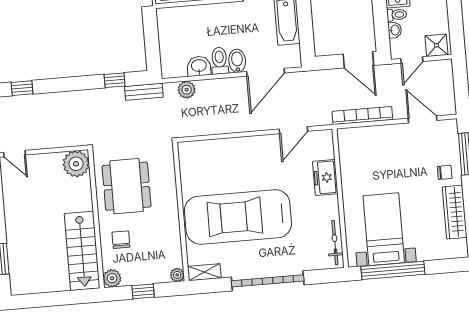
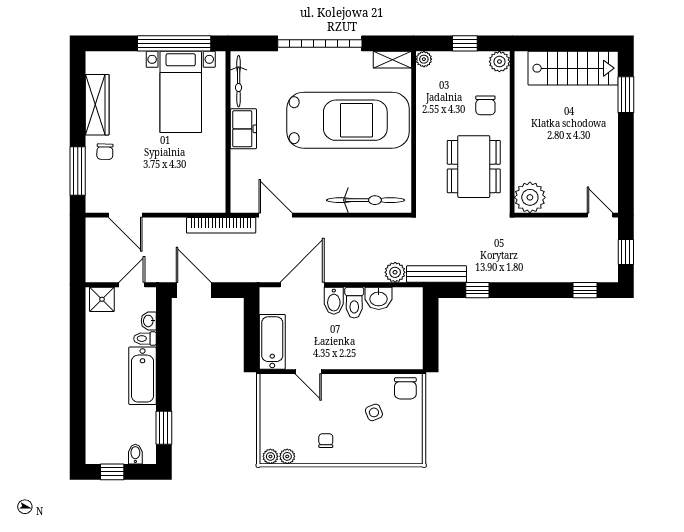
bench: (144, 92) -> (437, 274), width x1.36
bookcase: (362, 116) -> (221, 225), moved
door: (293, 130) -> (276, 215), hinge flipped
bicycle: (217, 150) -> (366, 200), added
chair: (445, 172) -> (105, 152), turned -88
freezer: (325, 178) -> (243, 129), moved
stairs: (82, 251) -> (573, 68), moved, turned 90

